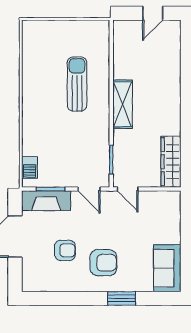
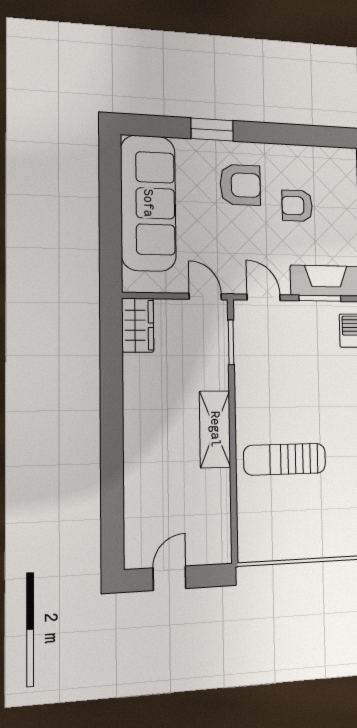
sun lounger: (77, 84) -> (285, 459), turned 90
wardrobe: (171, 162) -> (138, 325), width x0.67
armchair: (103, 263) -> (240, 185), turned 180
sofa: (167, 268) -> (148, 203), width x1.85, depth x1.27

